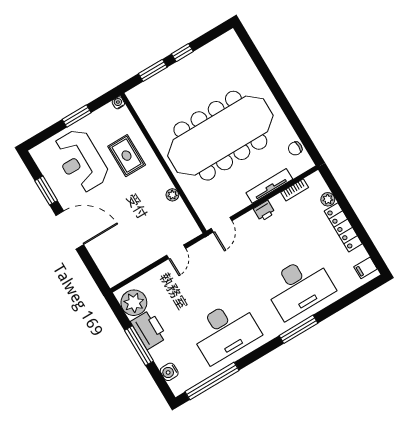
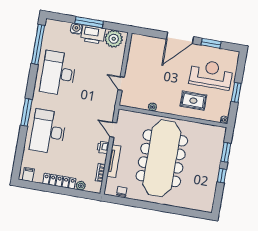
door: (222, 225) -> (113, 130), moved
water cooler: (169, 372) -> (76, 29), moved

